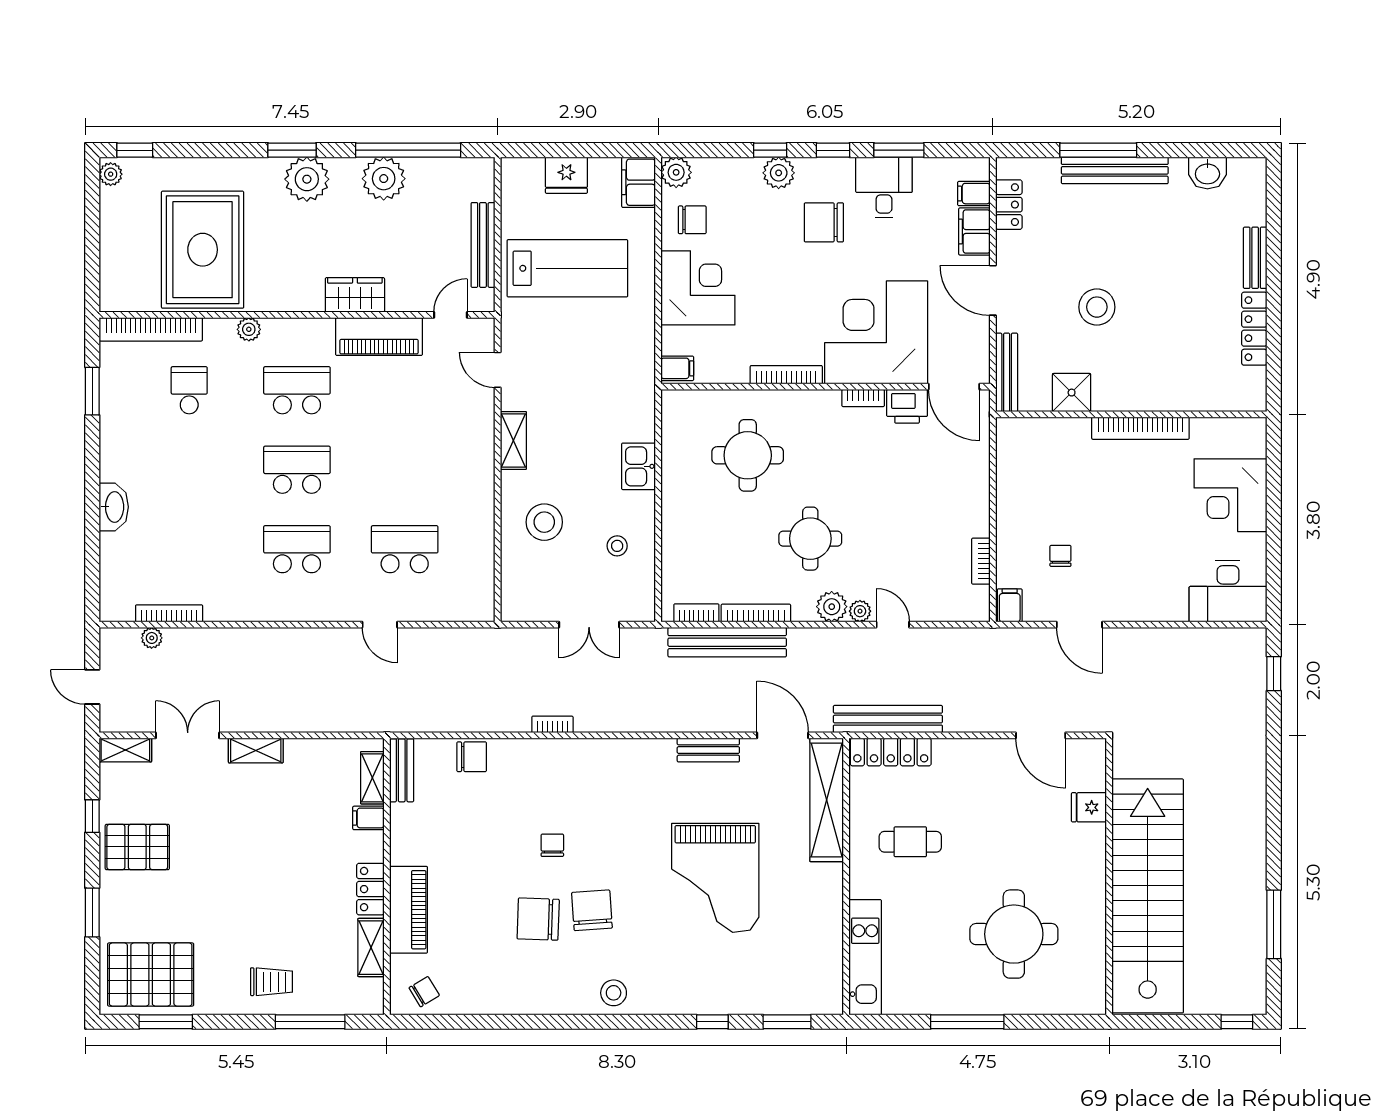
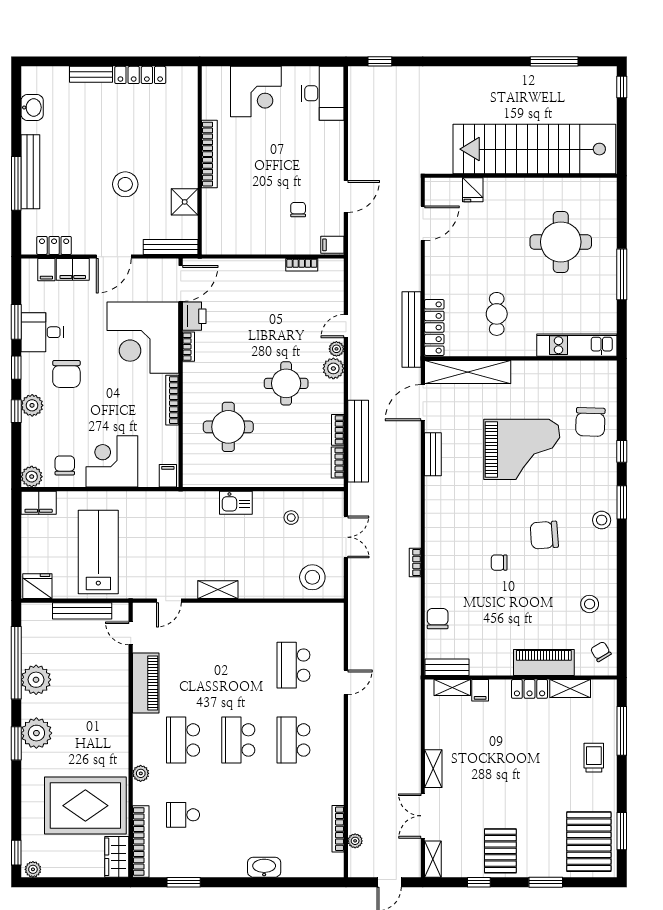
fridge: (566, 175) -> (37, 586), moved, turned -90
wardrobe: (355, 295) -> (117, 857), moved
stool: (544, 522) -> (312, 577), moved
chair: (1060, 556) -> (298, 210), turned 90
bookcase: (756, 613) -> (338, 430), width x0.64
chair: (538, 919) -> (590, 422), moved
stool: (493, 976) -> (590, 604), added
window: (787, 1022) -> (622, 502), moved

